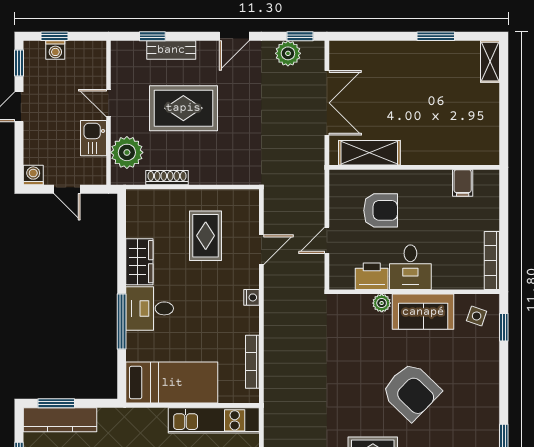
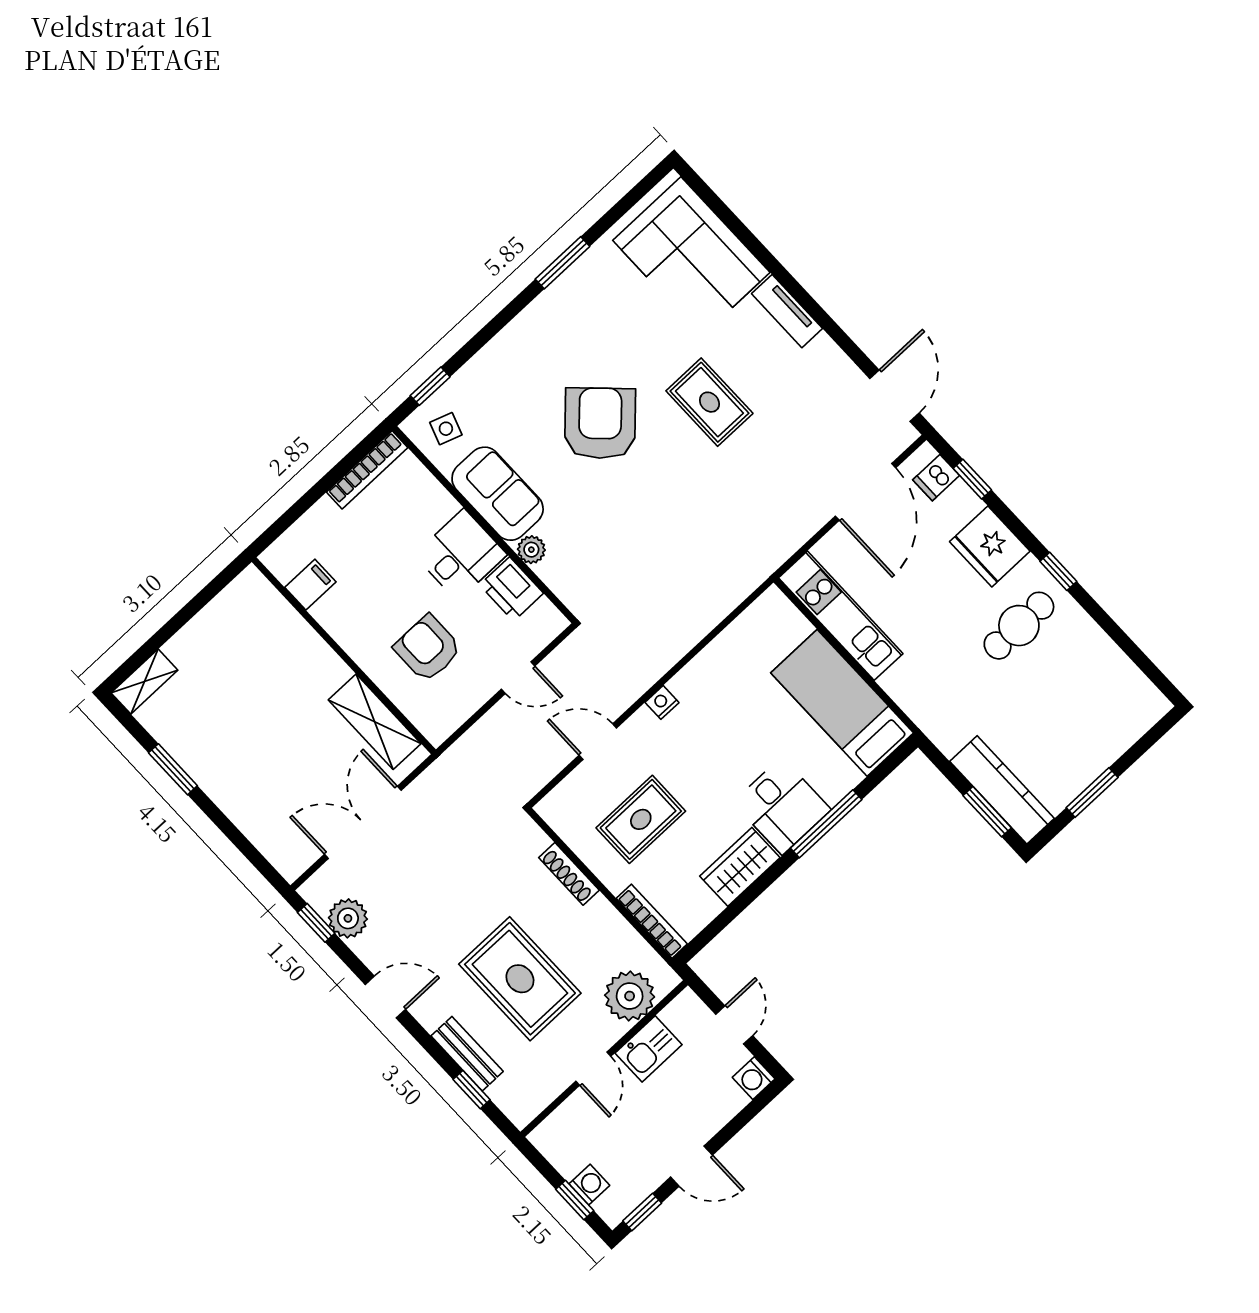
shoe rack: (167, 178) -> (569, 874), moved
bookcase: (252, 362) -> (652, 921), moved, turned -90

